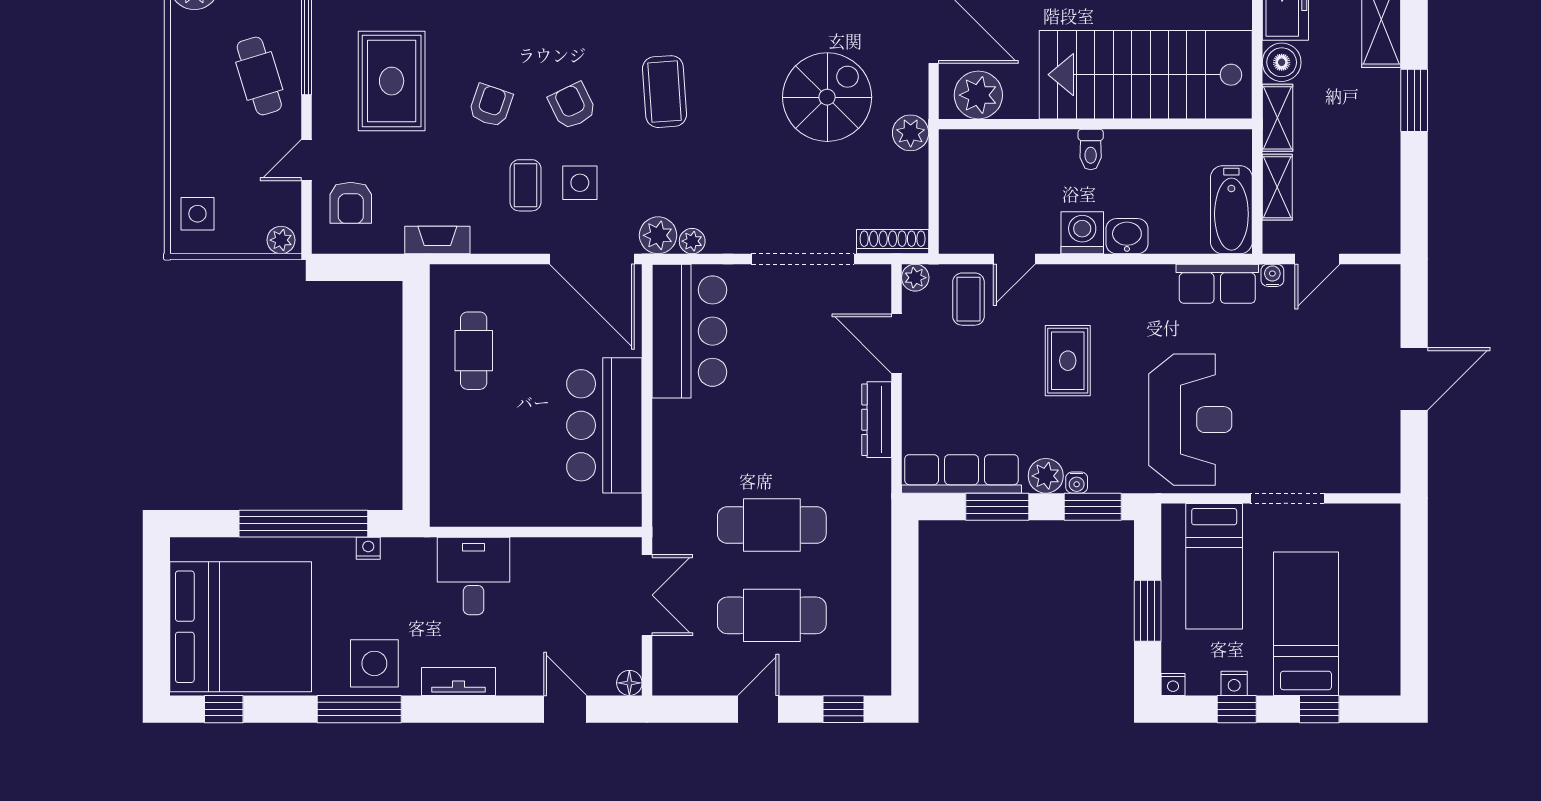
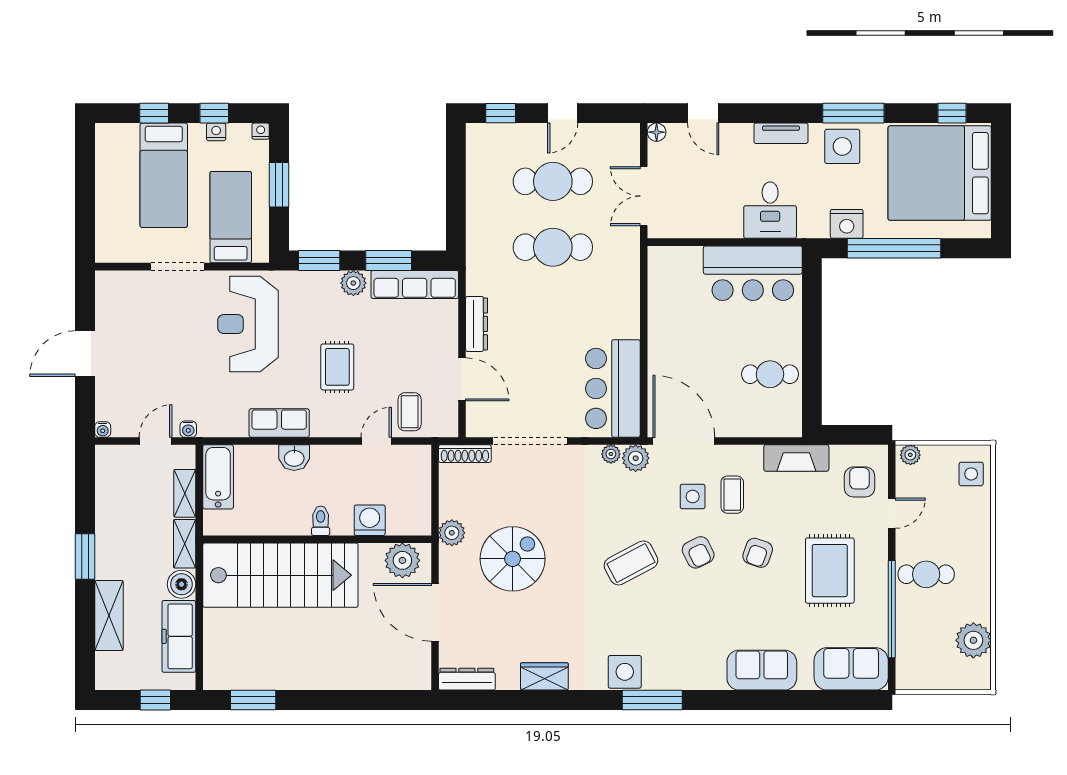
cafe table: (259, 76) -> (926, 574), turned -73
coffee table: (665, 92) -> (631, 563), turned 66
spiral stairs: (827, 97) -> (513, 559), turned 180
washing machine: (1082, 233) -> (370, 520), moved, turned 180
fireplace: (437, 240) -> (796, 458), width x1.37, depth x1.32
plant: (915, 278) -> (448, 427), removed
row of seats: (1217, 284) -> (279, 423), moved
cafe table: (474, 351) -> (770, 374), turned 90
bar counter: (604, 425) -> (753, 273), moved, turned 90
water cooler: (1077, 483) -> (103, 429), moved, turned 180
nightstand: (368, 548) -> (847, 224), width x1.89, depth x1.79

